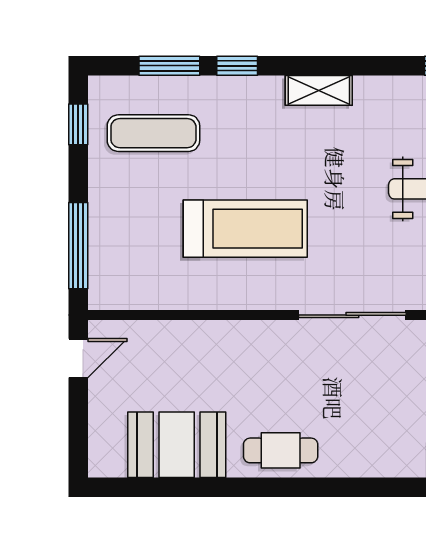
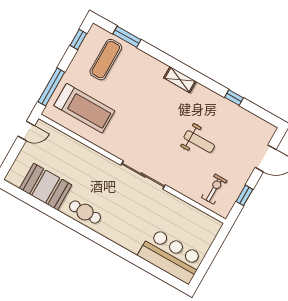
window: (237, 66) -> (153, 52), removed
exercise mat: (153, 133) -> (106, 60), turned 90
treadmill: (245, 229) -> (84, 108), moved

